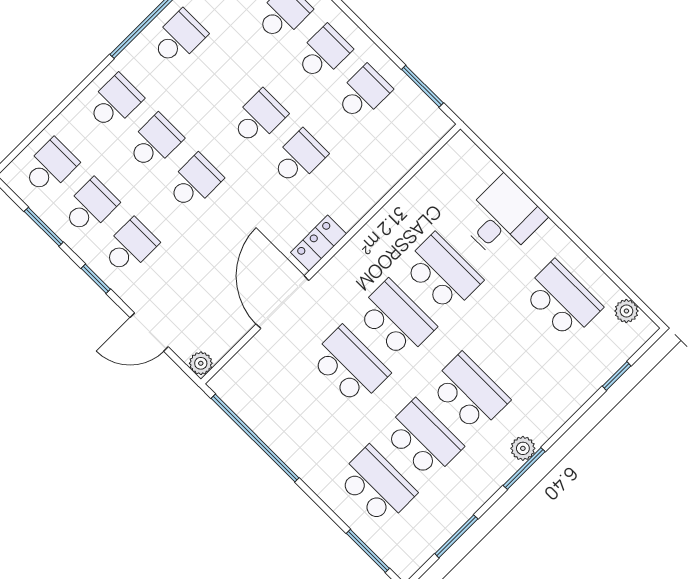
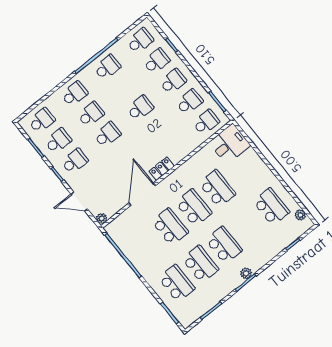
school desk: (299, 158) -> (206, 122), moved
desk: (502, 219) -> (230, 144), moved

